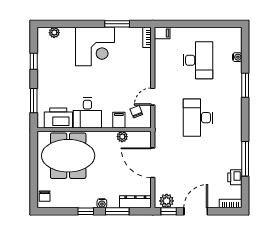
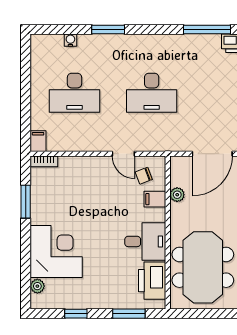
corner desk: (95, 47) -> (56, 251), moved
desk: (198, 60) -> (75, 93), turned 180

